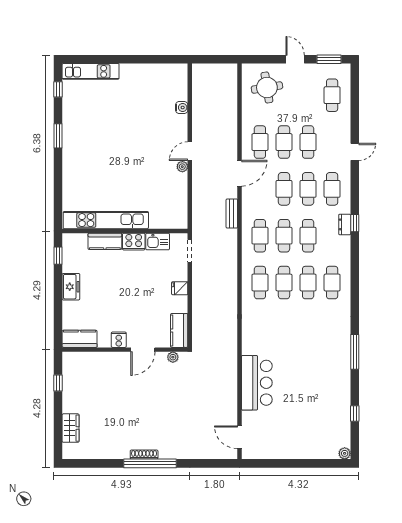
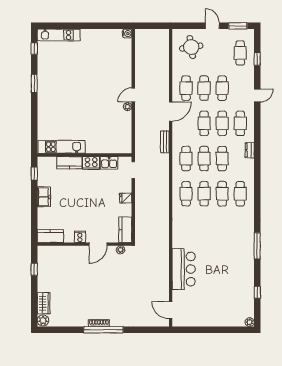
water cooler: (182, 108) -> (127, 34), moved
kitchen unit: (106, 220) -> (62, 147), width x0.73
window: (355, 223) -> (257, 59), moved
plant: (70, 451) -> (43, 320), added

